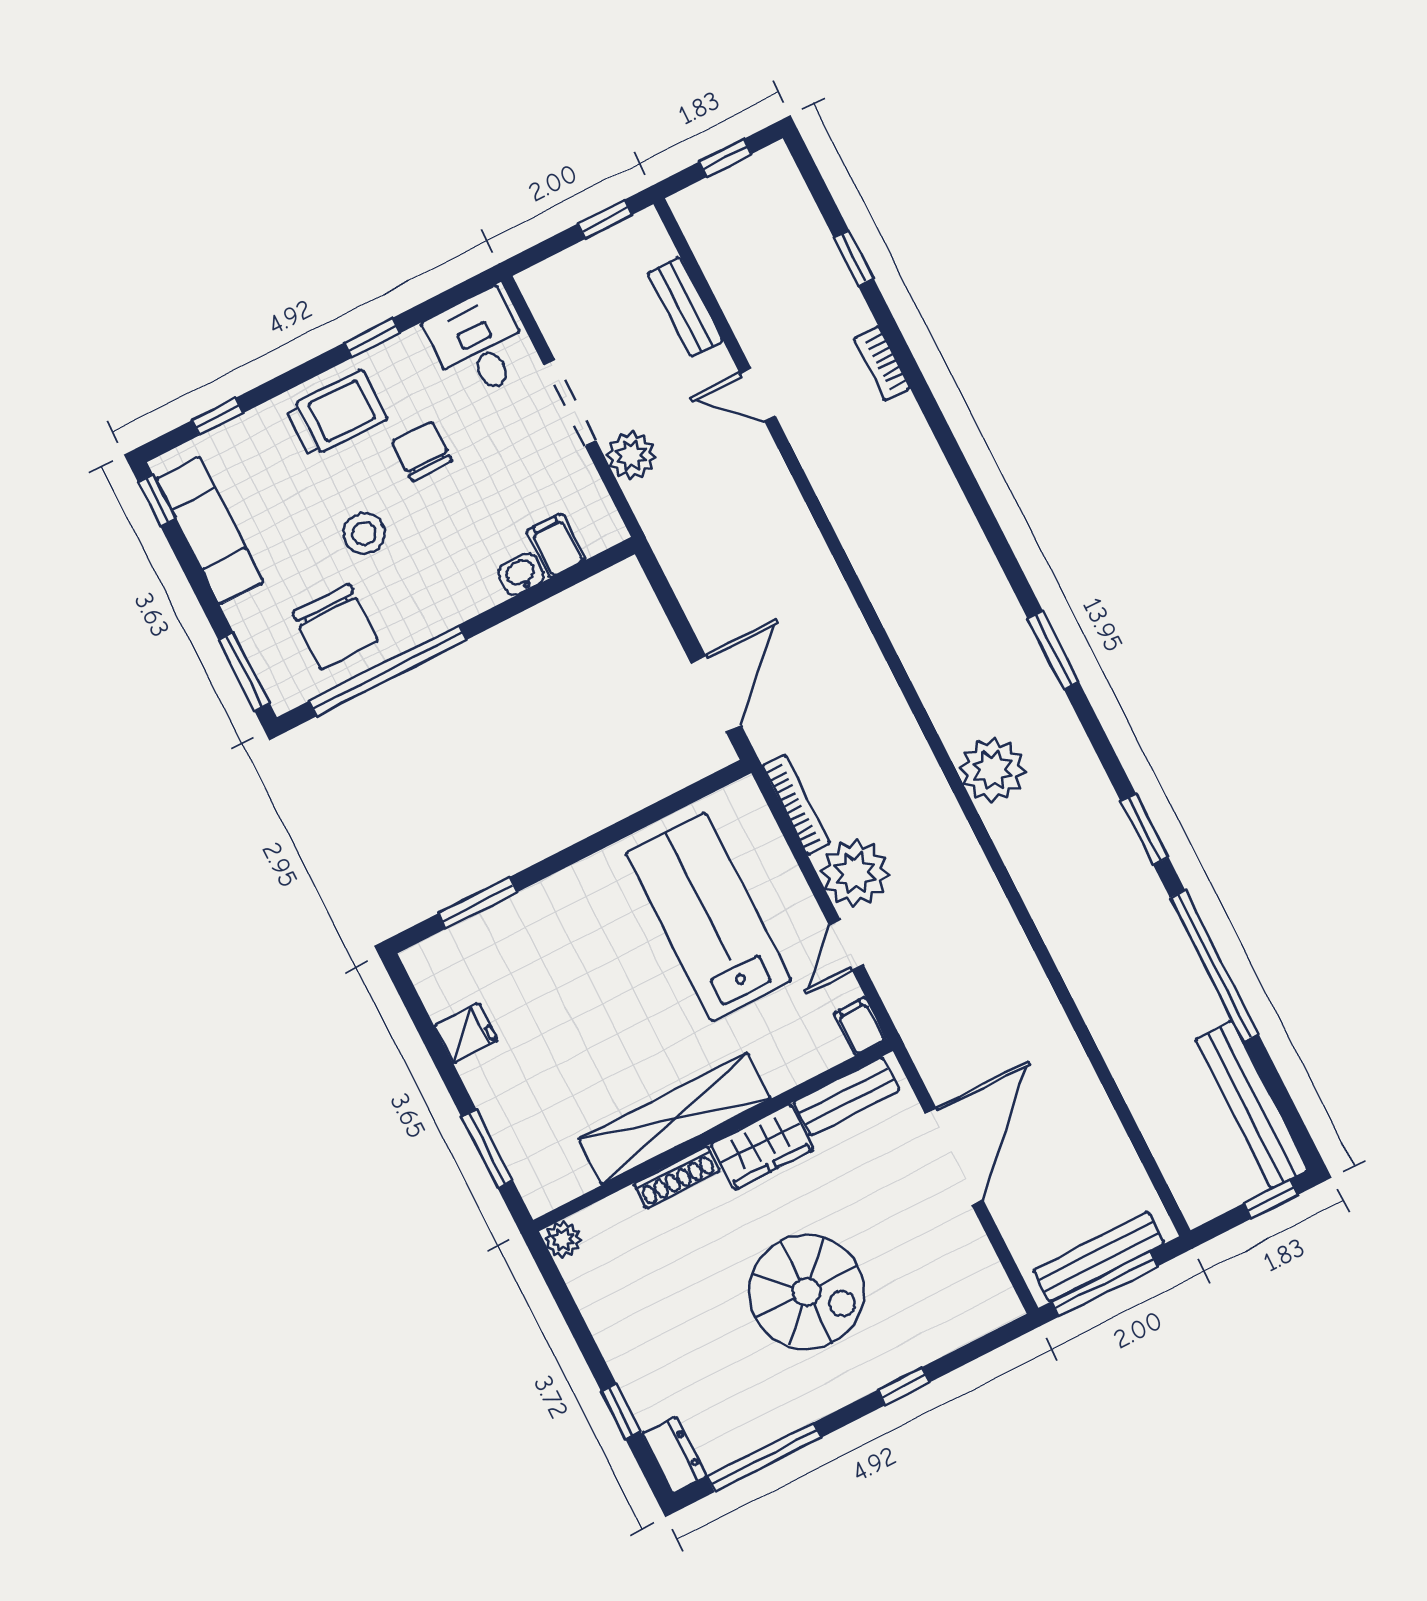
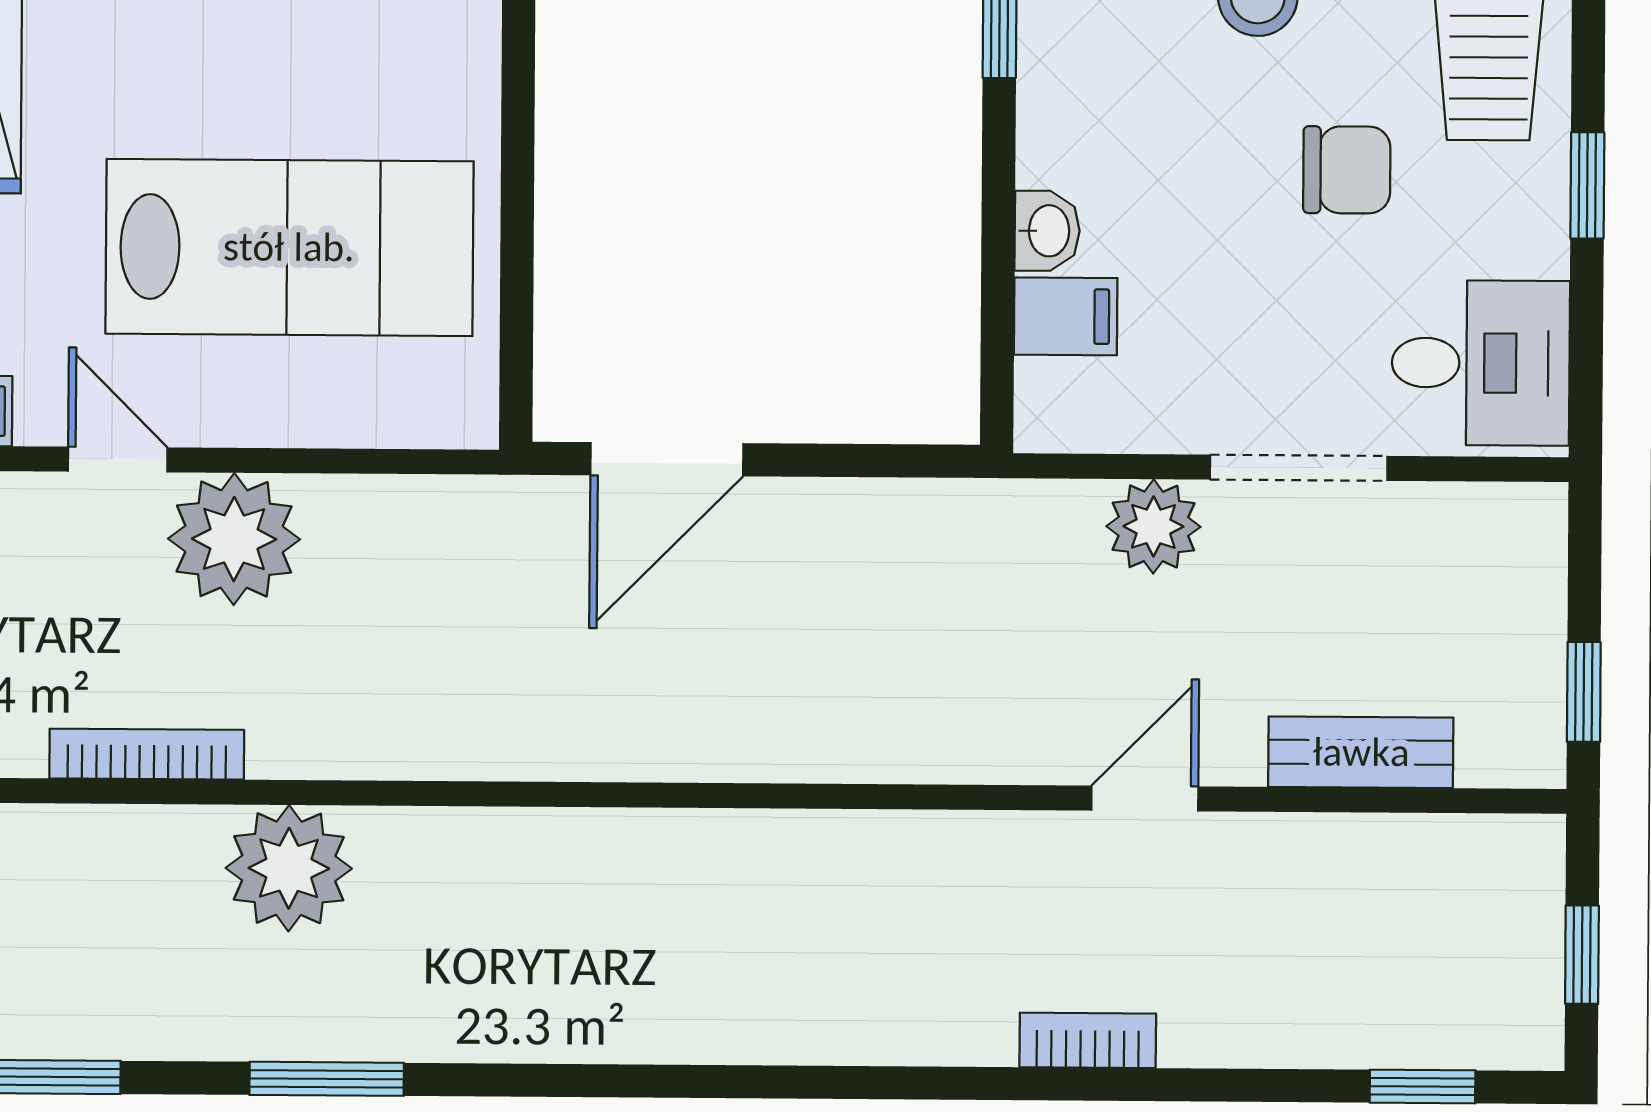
window: (853, 258) -> (1423, 1087), moved
window: (1053, 650) -> (327, 1079), moved
door: (716, 694) -> (667, 459), hinge flipped
bookcase: (796, 805) -> (147, 754), moved, turned 180

